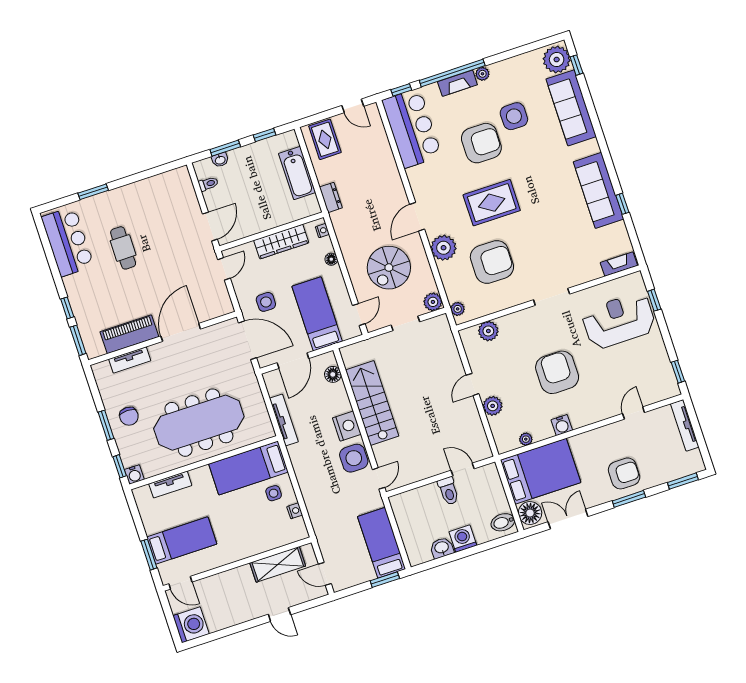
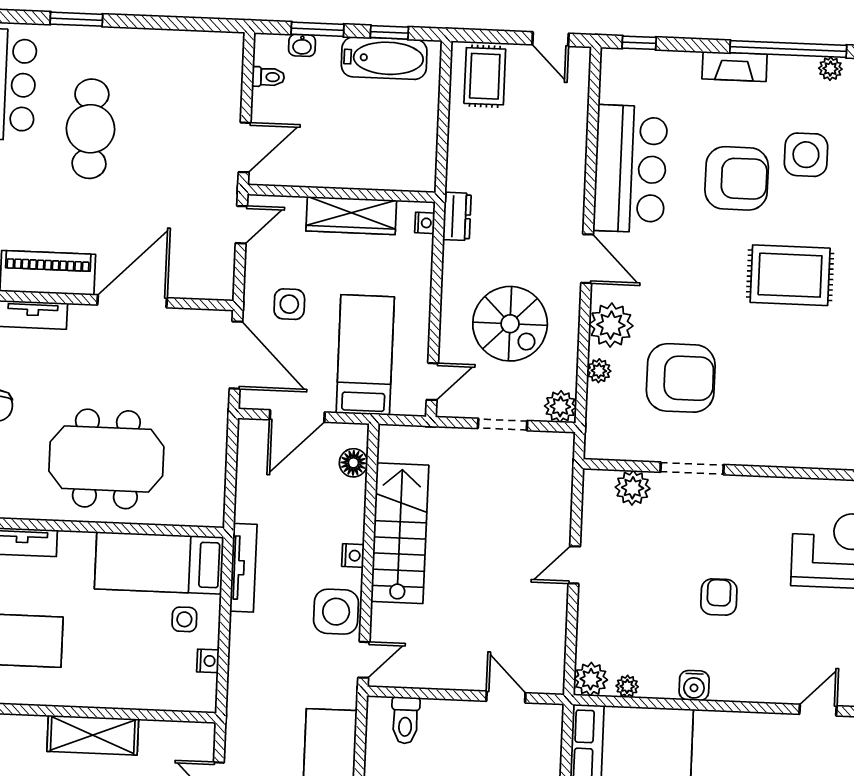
window: (452, 73) -> (788, 49), moved
plant: (482, 74) -> (830, 69), moved
bar counter: (412, 128) -> (630, 169), moved
bathtub: (297, 173) -> (384, 58), moved, turned -90
dresser: (331, 197) -> (457, 216), moved
rug: (492, 203) -> (790, 275), moved
door: (417, 217) -> (587, 259), swing flipped
cafe table: (123, 248) -> (90, 129), width x1.37, depth x1.35
floor lamp: (331, 259) -> (422, 275), removed
spiral stairs: (389, 268) -> (510, 324), turned -90
doorway: (552, 297) -> (692, 468), moved
plant: (458, 309) -> (599, 371), moved
armchair: (557, 372) -> (719, 597), width x0.53, depth x0.53
plant: (493, 406) -> (591, 679), moved
tv unit: (284, 420) -> (243, 568), moved
meeting table: (199, 423) -> (106, 459), width x0.73
nightstand: (347, 426) -> (353, 556), width x0.53, depth x0.56
toilet: (448, 491) -> (405, 720), moved
shelving: (278, 564) -> (93, 735), moved

